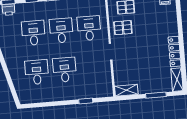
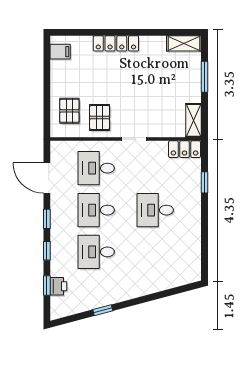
locker: (175, 52) -> (116, 43), moved
desk: (37, 72) -> (155, 252), removed
locker: (107, 86) -> (185, 149), added

